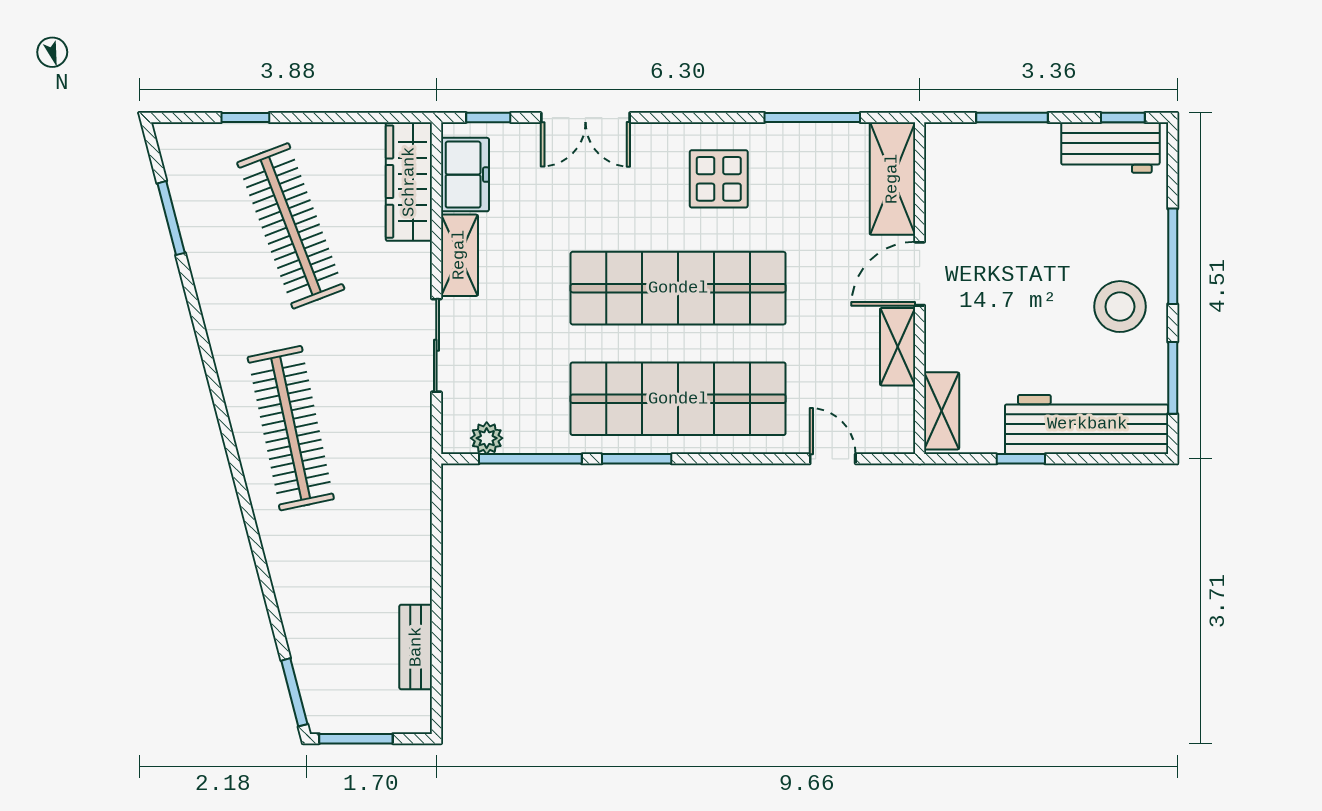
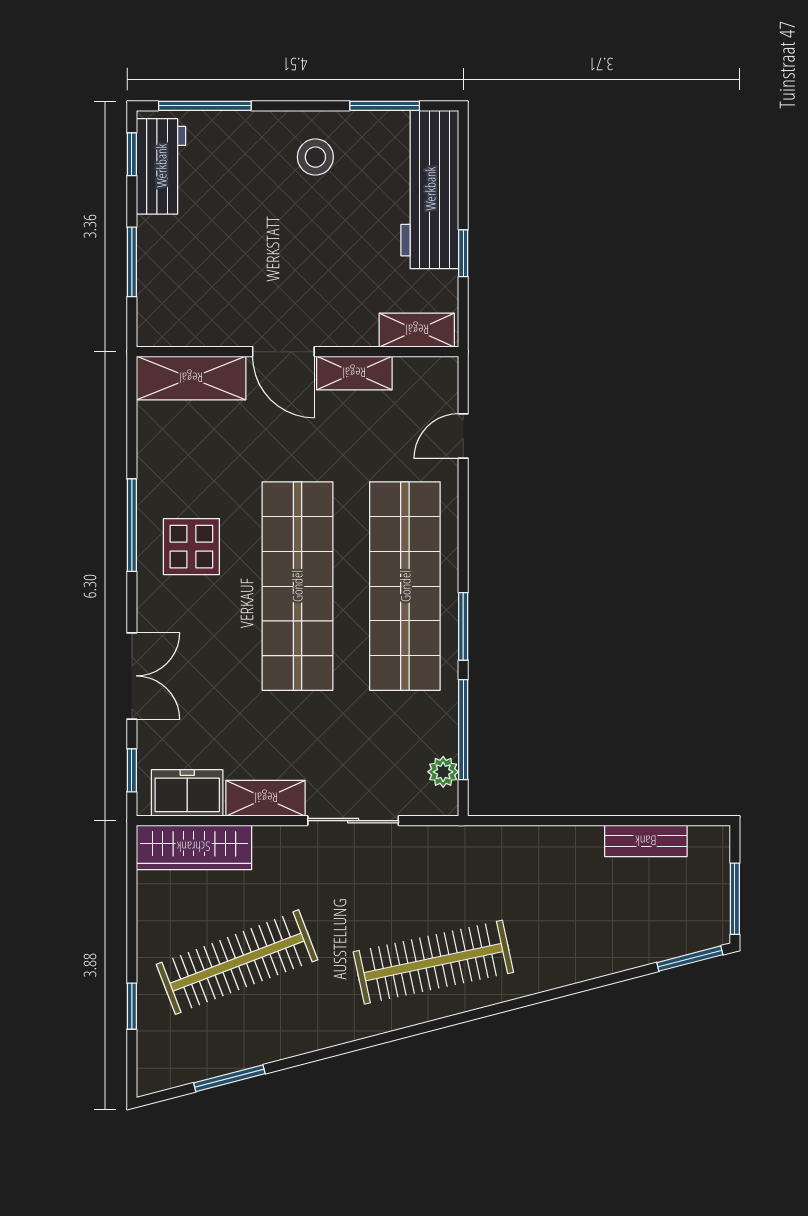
window: (812, 118) -> (132, 525), moved
window: (1173, 256) -> (205, 106), moved
stool: (1120, 307) -> (315, 157), width x0.73, depth x0.73

